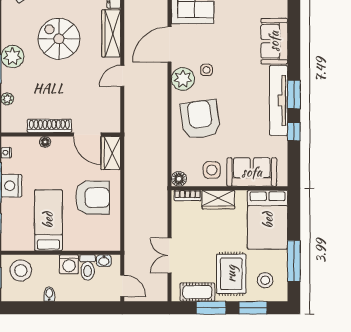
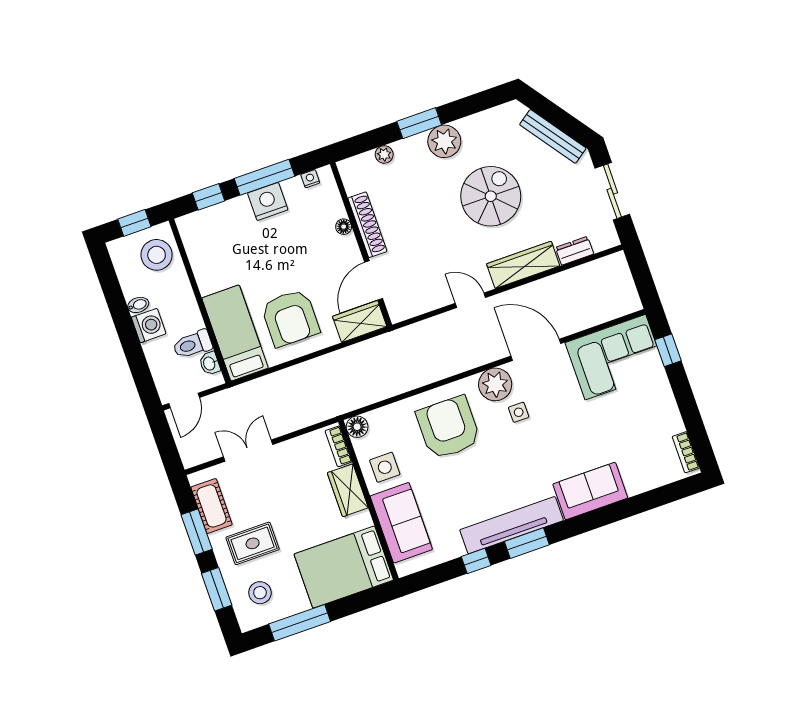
armchair: (200, 119) -> (448, 428), turned -82
bed: (48, 220) -> (235, 333), moved, turned -90
washing machine: (69, 264) -> (149, 326), moved, turned 180
rug: (231, 274) -> (253, 543), width x0.73, depth x0.70

